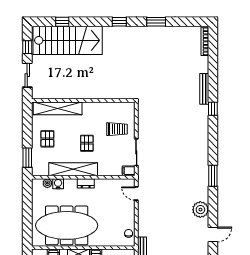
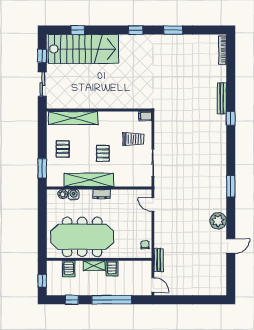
filing cabinet: (129, 171) -> (145, 116), moved

